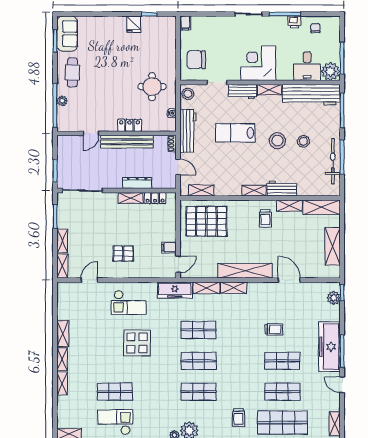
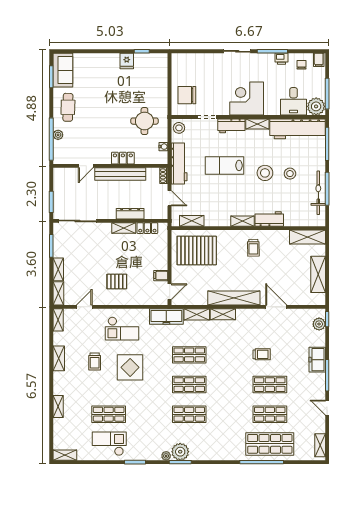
filing cabinet: (185, 23) -> (319, 60), moved
shelving: (289, 206) -> (276, 235), removed
freezer: (330, 347) -> (317, 360), width x0.52, depth x0.79
shelving: (62, 359) -> (58, 320), moved
trolley: (239, 418) -> (95, 362), moved

